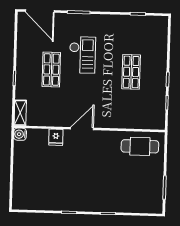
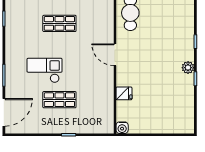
shelving: (20, 113) -> (102, 128), removed
door: (82, 129) -> (115, 55), moved
plant: (81, 205) -> (188, 68), added

